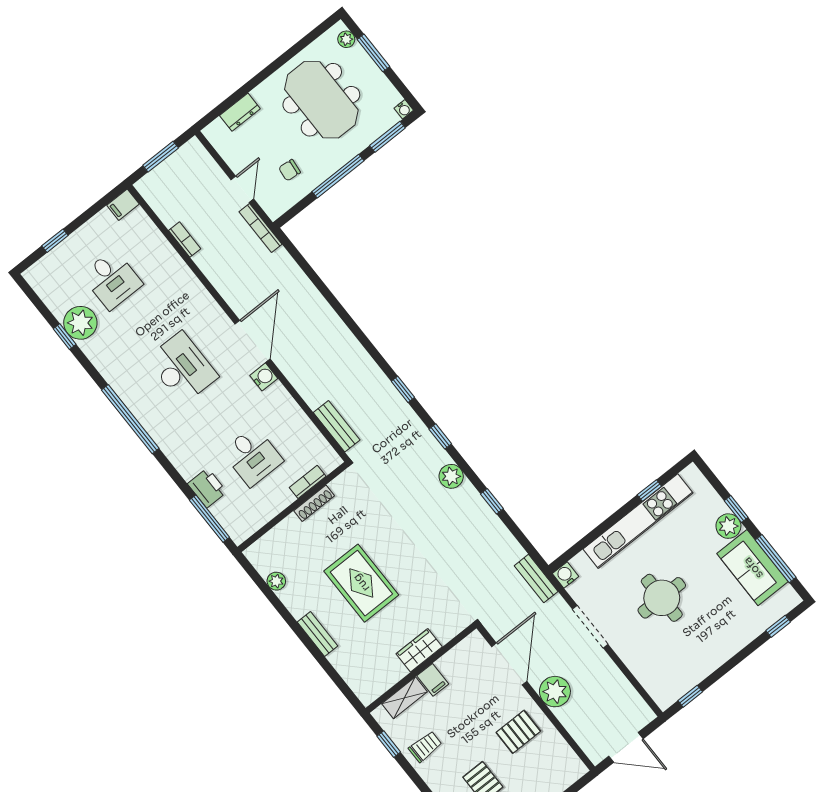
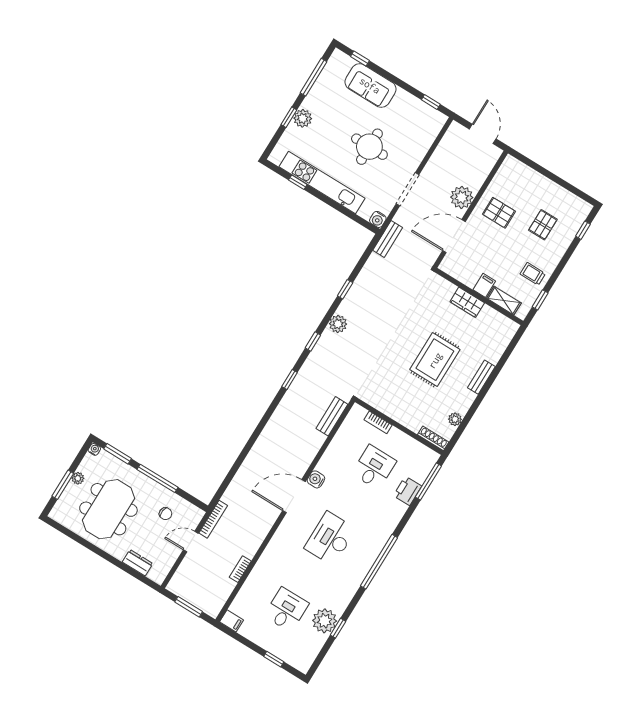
plant: (346, 39) -> (78, 478), moved
shoe rack: (314, 503) -> (433, 438), moved
sofa: (753, 568) -> (370, 85), moved, turned 90

